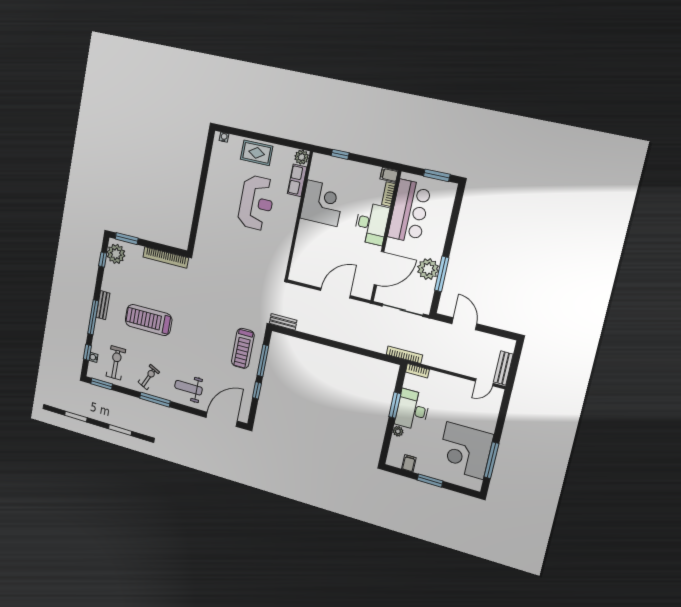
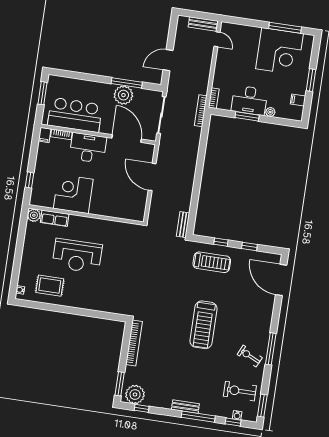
rug: (257, 153) -> (50, 286), moved, turned 90
reception desk: (256, 203) -> (77, 256), turned 180
treadmill: (149, 320) -> (203, 325), moved
window: (263, 361) -> (221, 242), width x0.46
weight bench: (188, 388) -> (255, 315), removed

